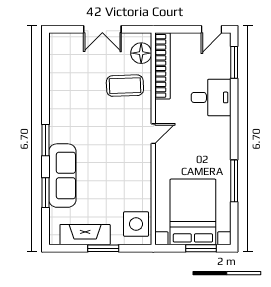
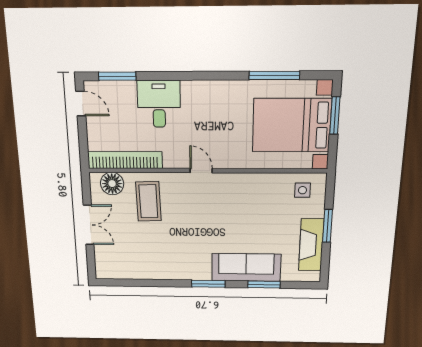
window: (234, 181) -> (274, 75), moved
side table: (136, 224) -> (302, 190), width x0.54, depth x0.54

